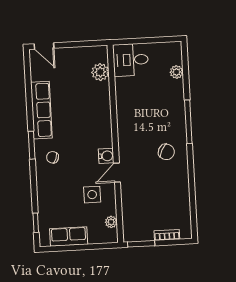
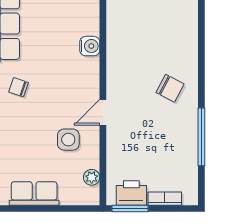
window: (188, 122) -> (201, 137), moved
water cooler: (106, 156) -> (90, 46), moved
printer: (142, 232) -> (131, 193), added

